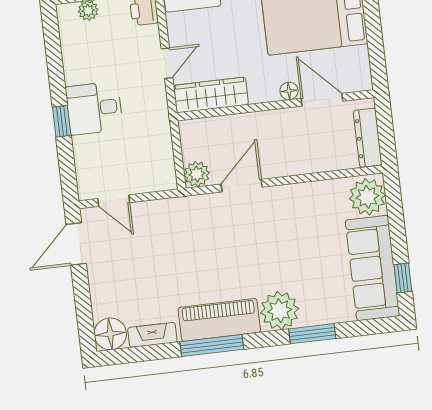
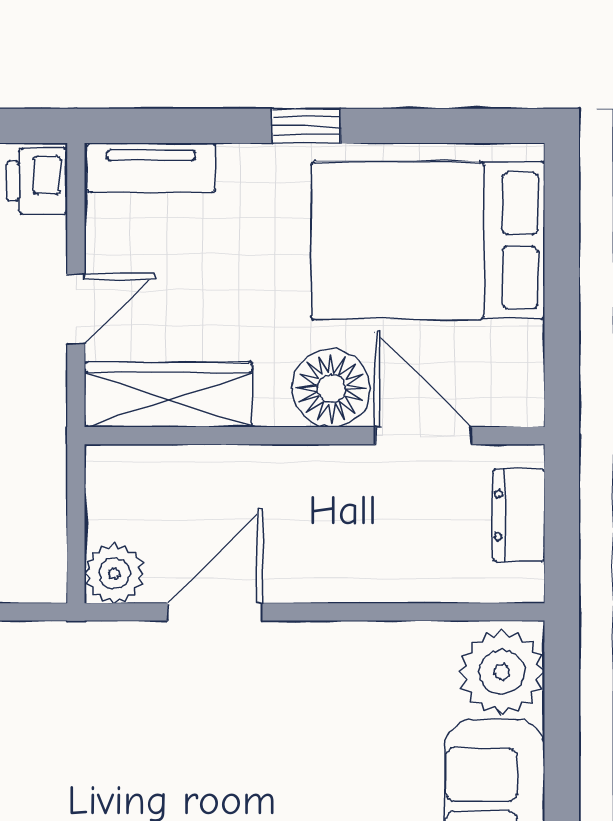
floor lamp: (289, 91) -> (331, 388), width x1.89, depth x1.89
dresser: (368, 138) -> (519, 515), width x0.70

